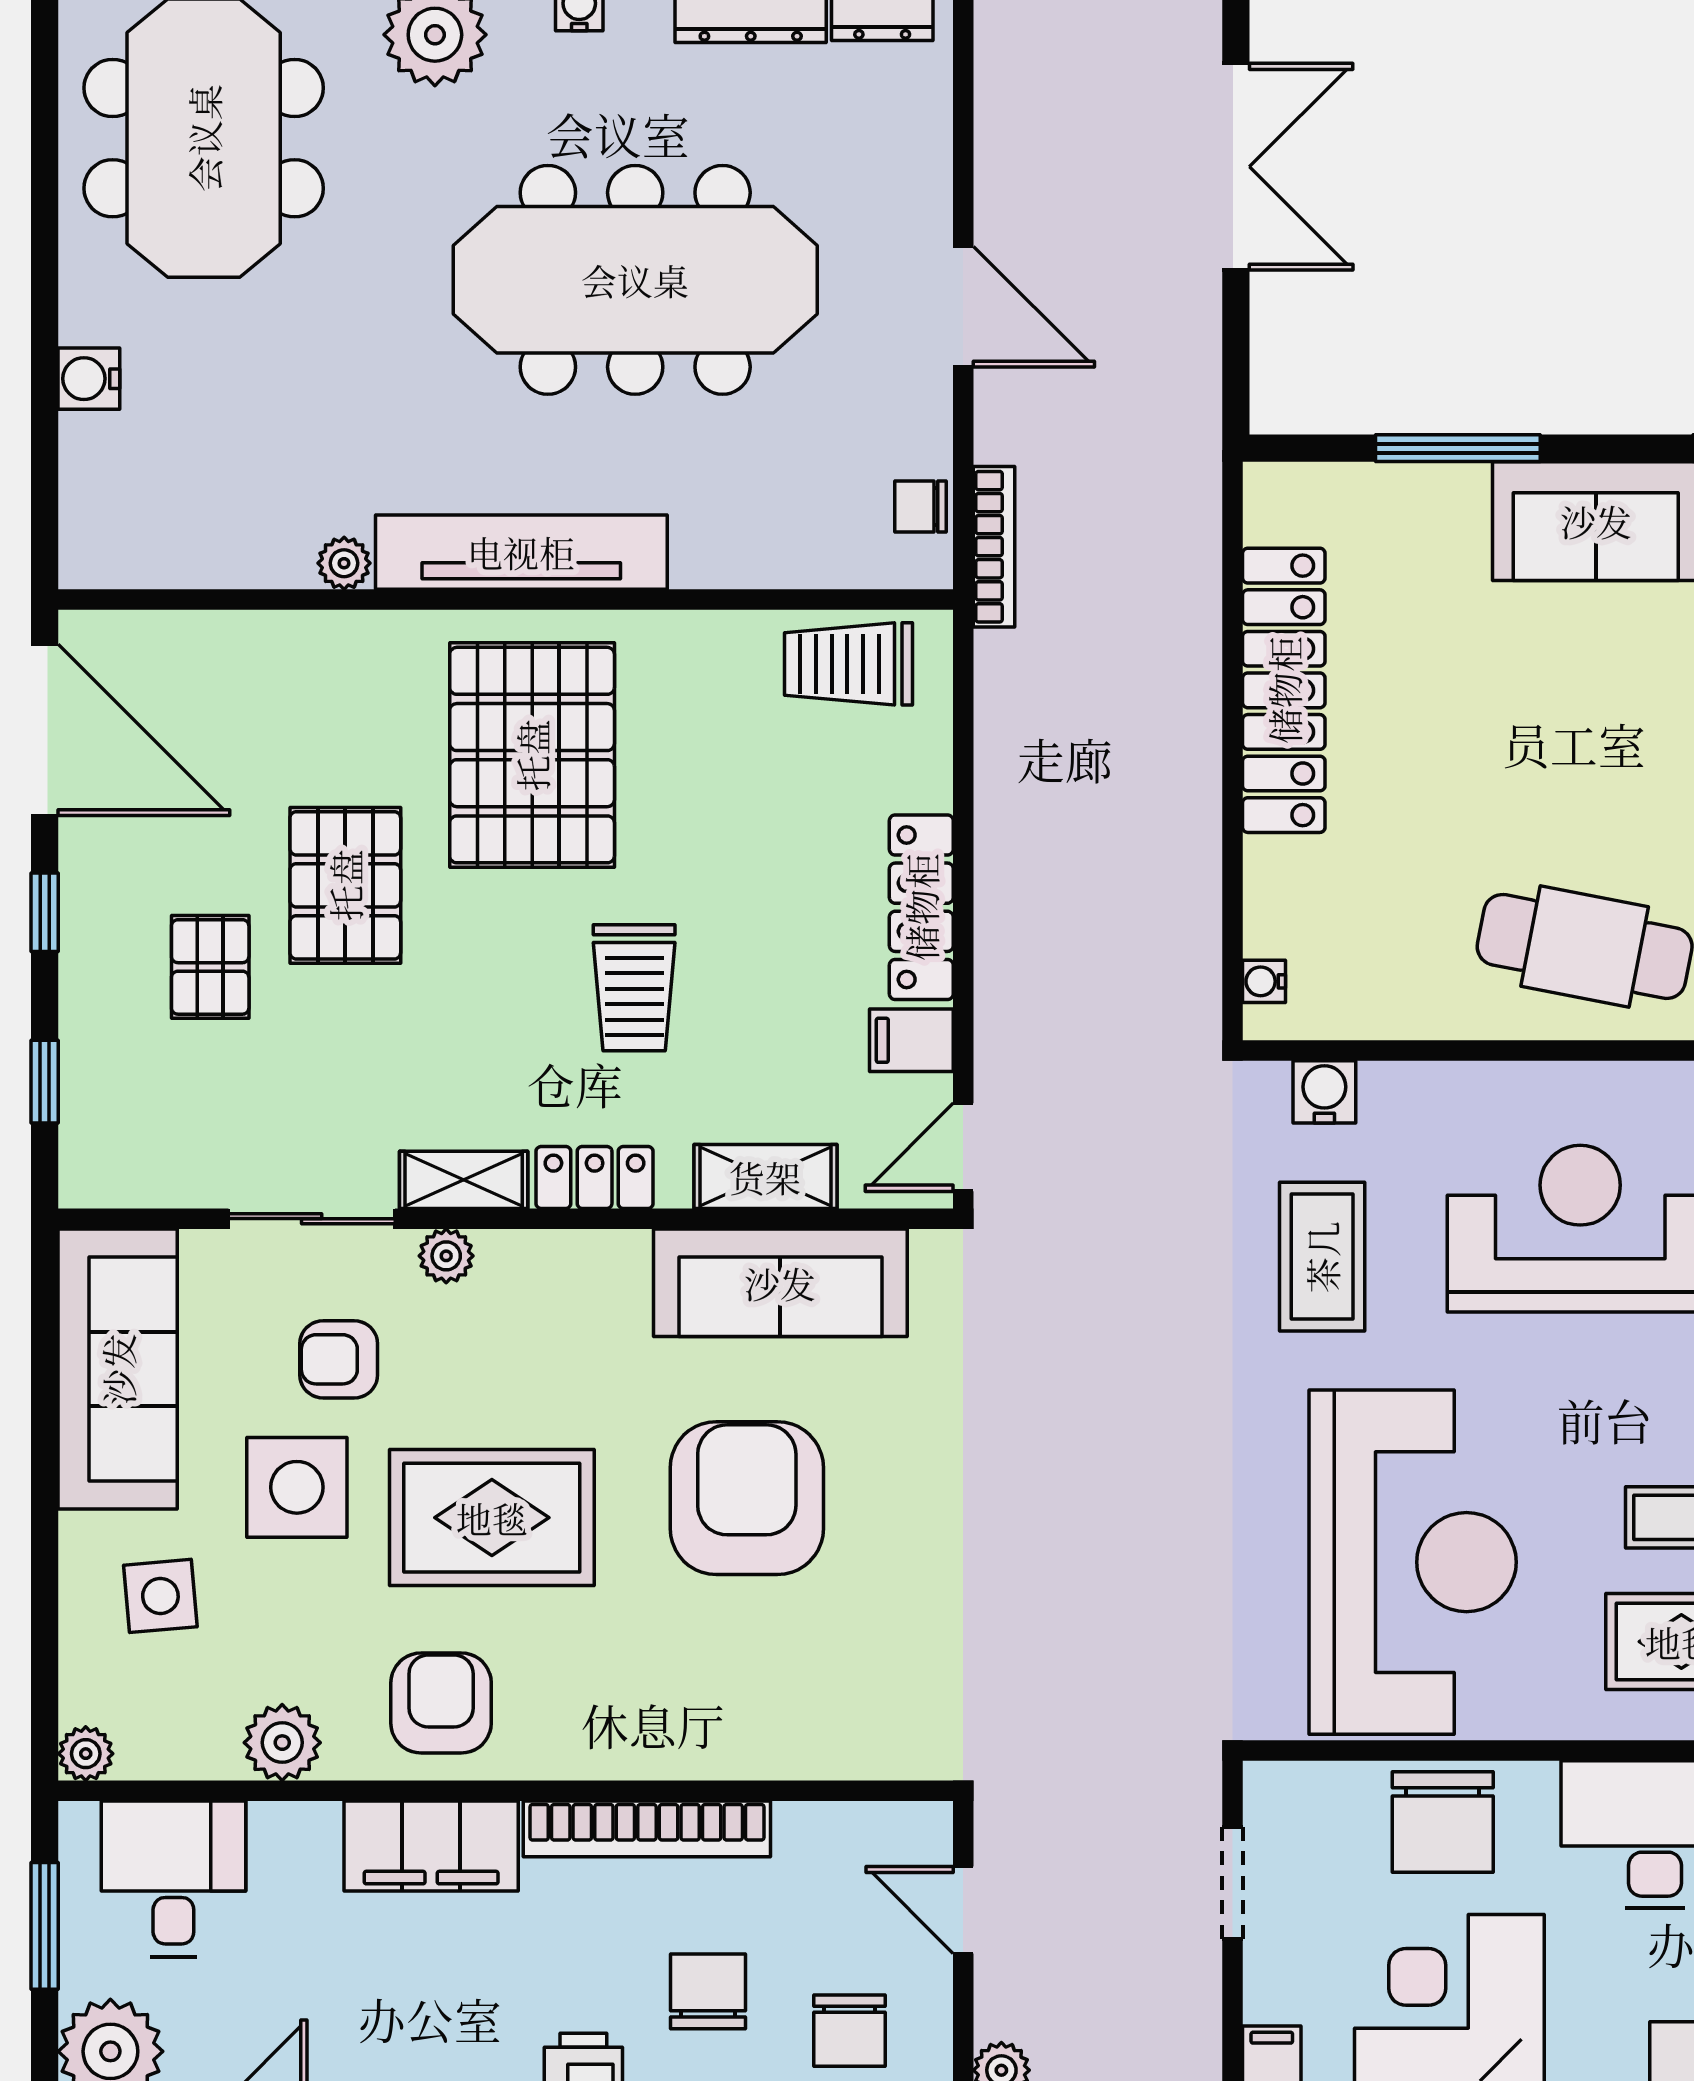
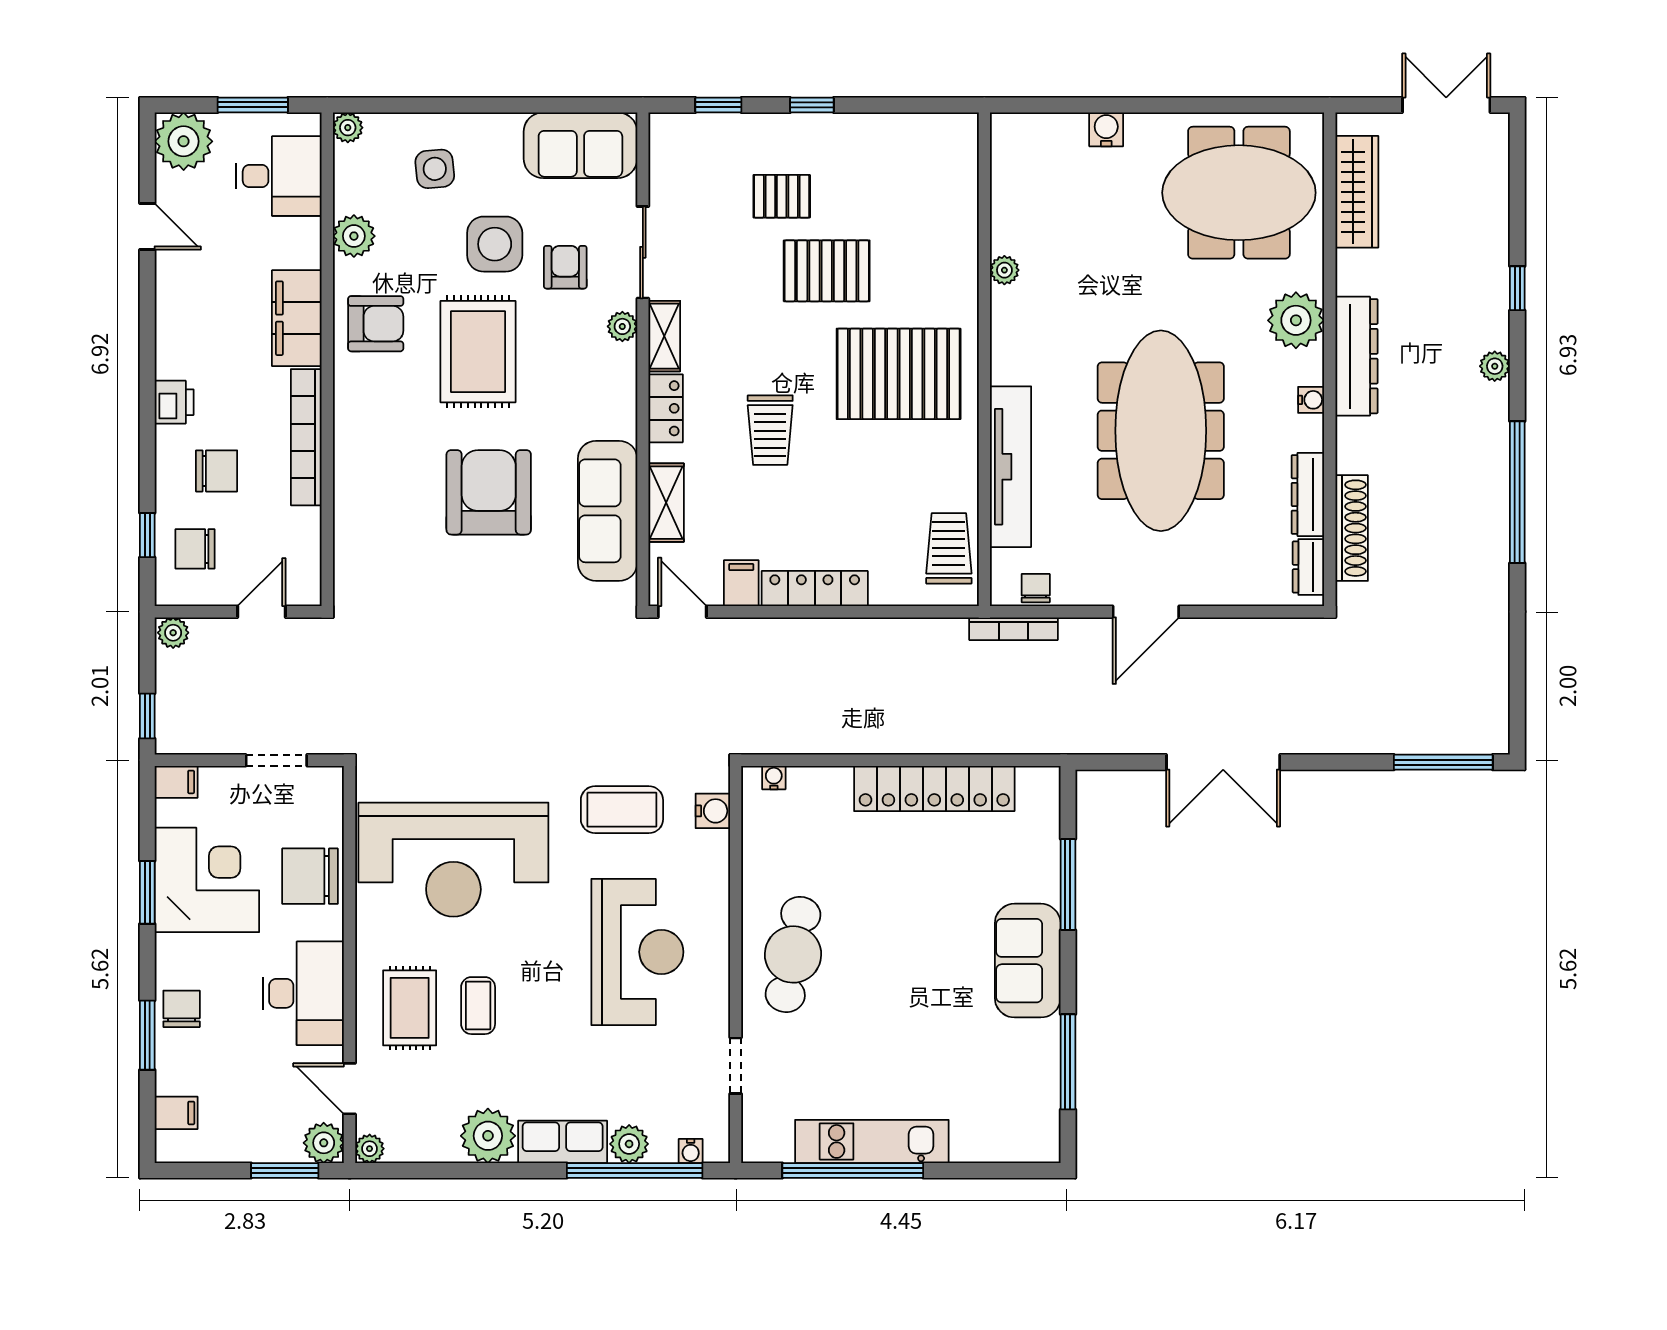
tv unit: (521, 552) -> (1011, 467), moved
door: (45, 730) -> (912, 105), removed
trolley: (634, 988) -> (770, 430), turned -90
sofa: (118, 1369) -> (580, 145), width x0.73
armchair: (747, 1498) -> (489, 492), turned -90

